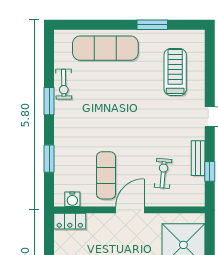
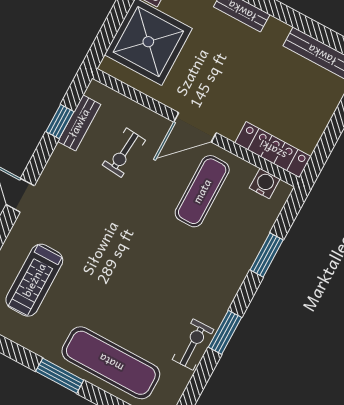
window: (152, 25) -> (60, 376), moved
bench: (198, 158) -> (79, 123), moved
locker: (70, 221) -> (273, 150), width x1.53

